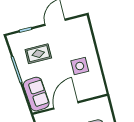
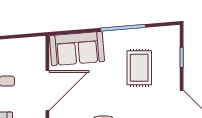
door: (66, 105) -> (47, 91), hinge flipped

